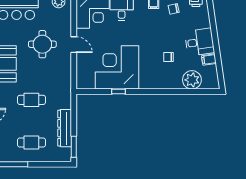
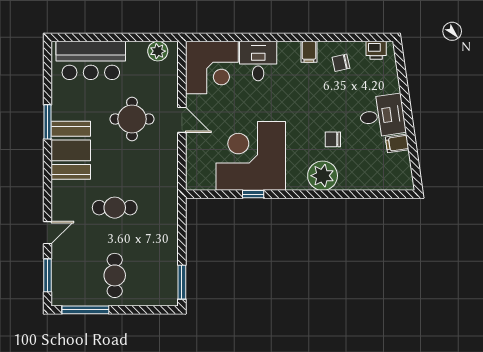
plant: (192, 80) -> (323, 176), moved
dresser: (65, 128) -> (167, 253), removed
cafe table: (31, 142) -> (115, 275), turned 90

